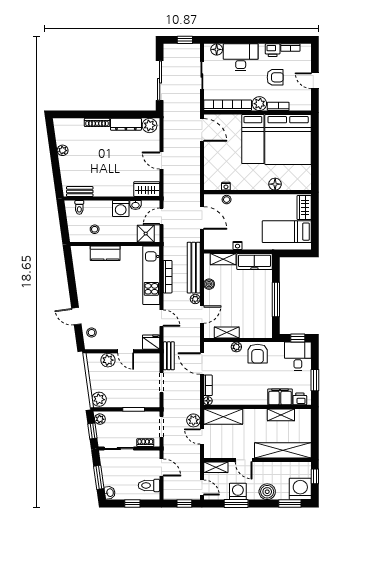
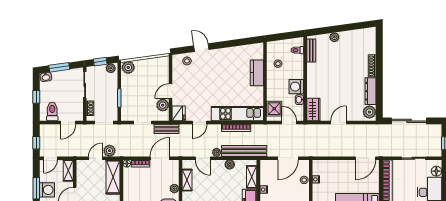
plant: (63, 150) -> (334, 37), moved
door: (76, 316) -> (201, 48), hinge flipped
plant: (108, 360) -> (163, 105), moved

